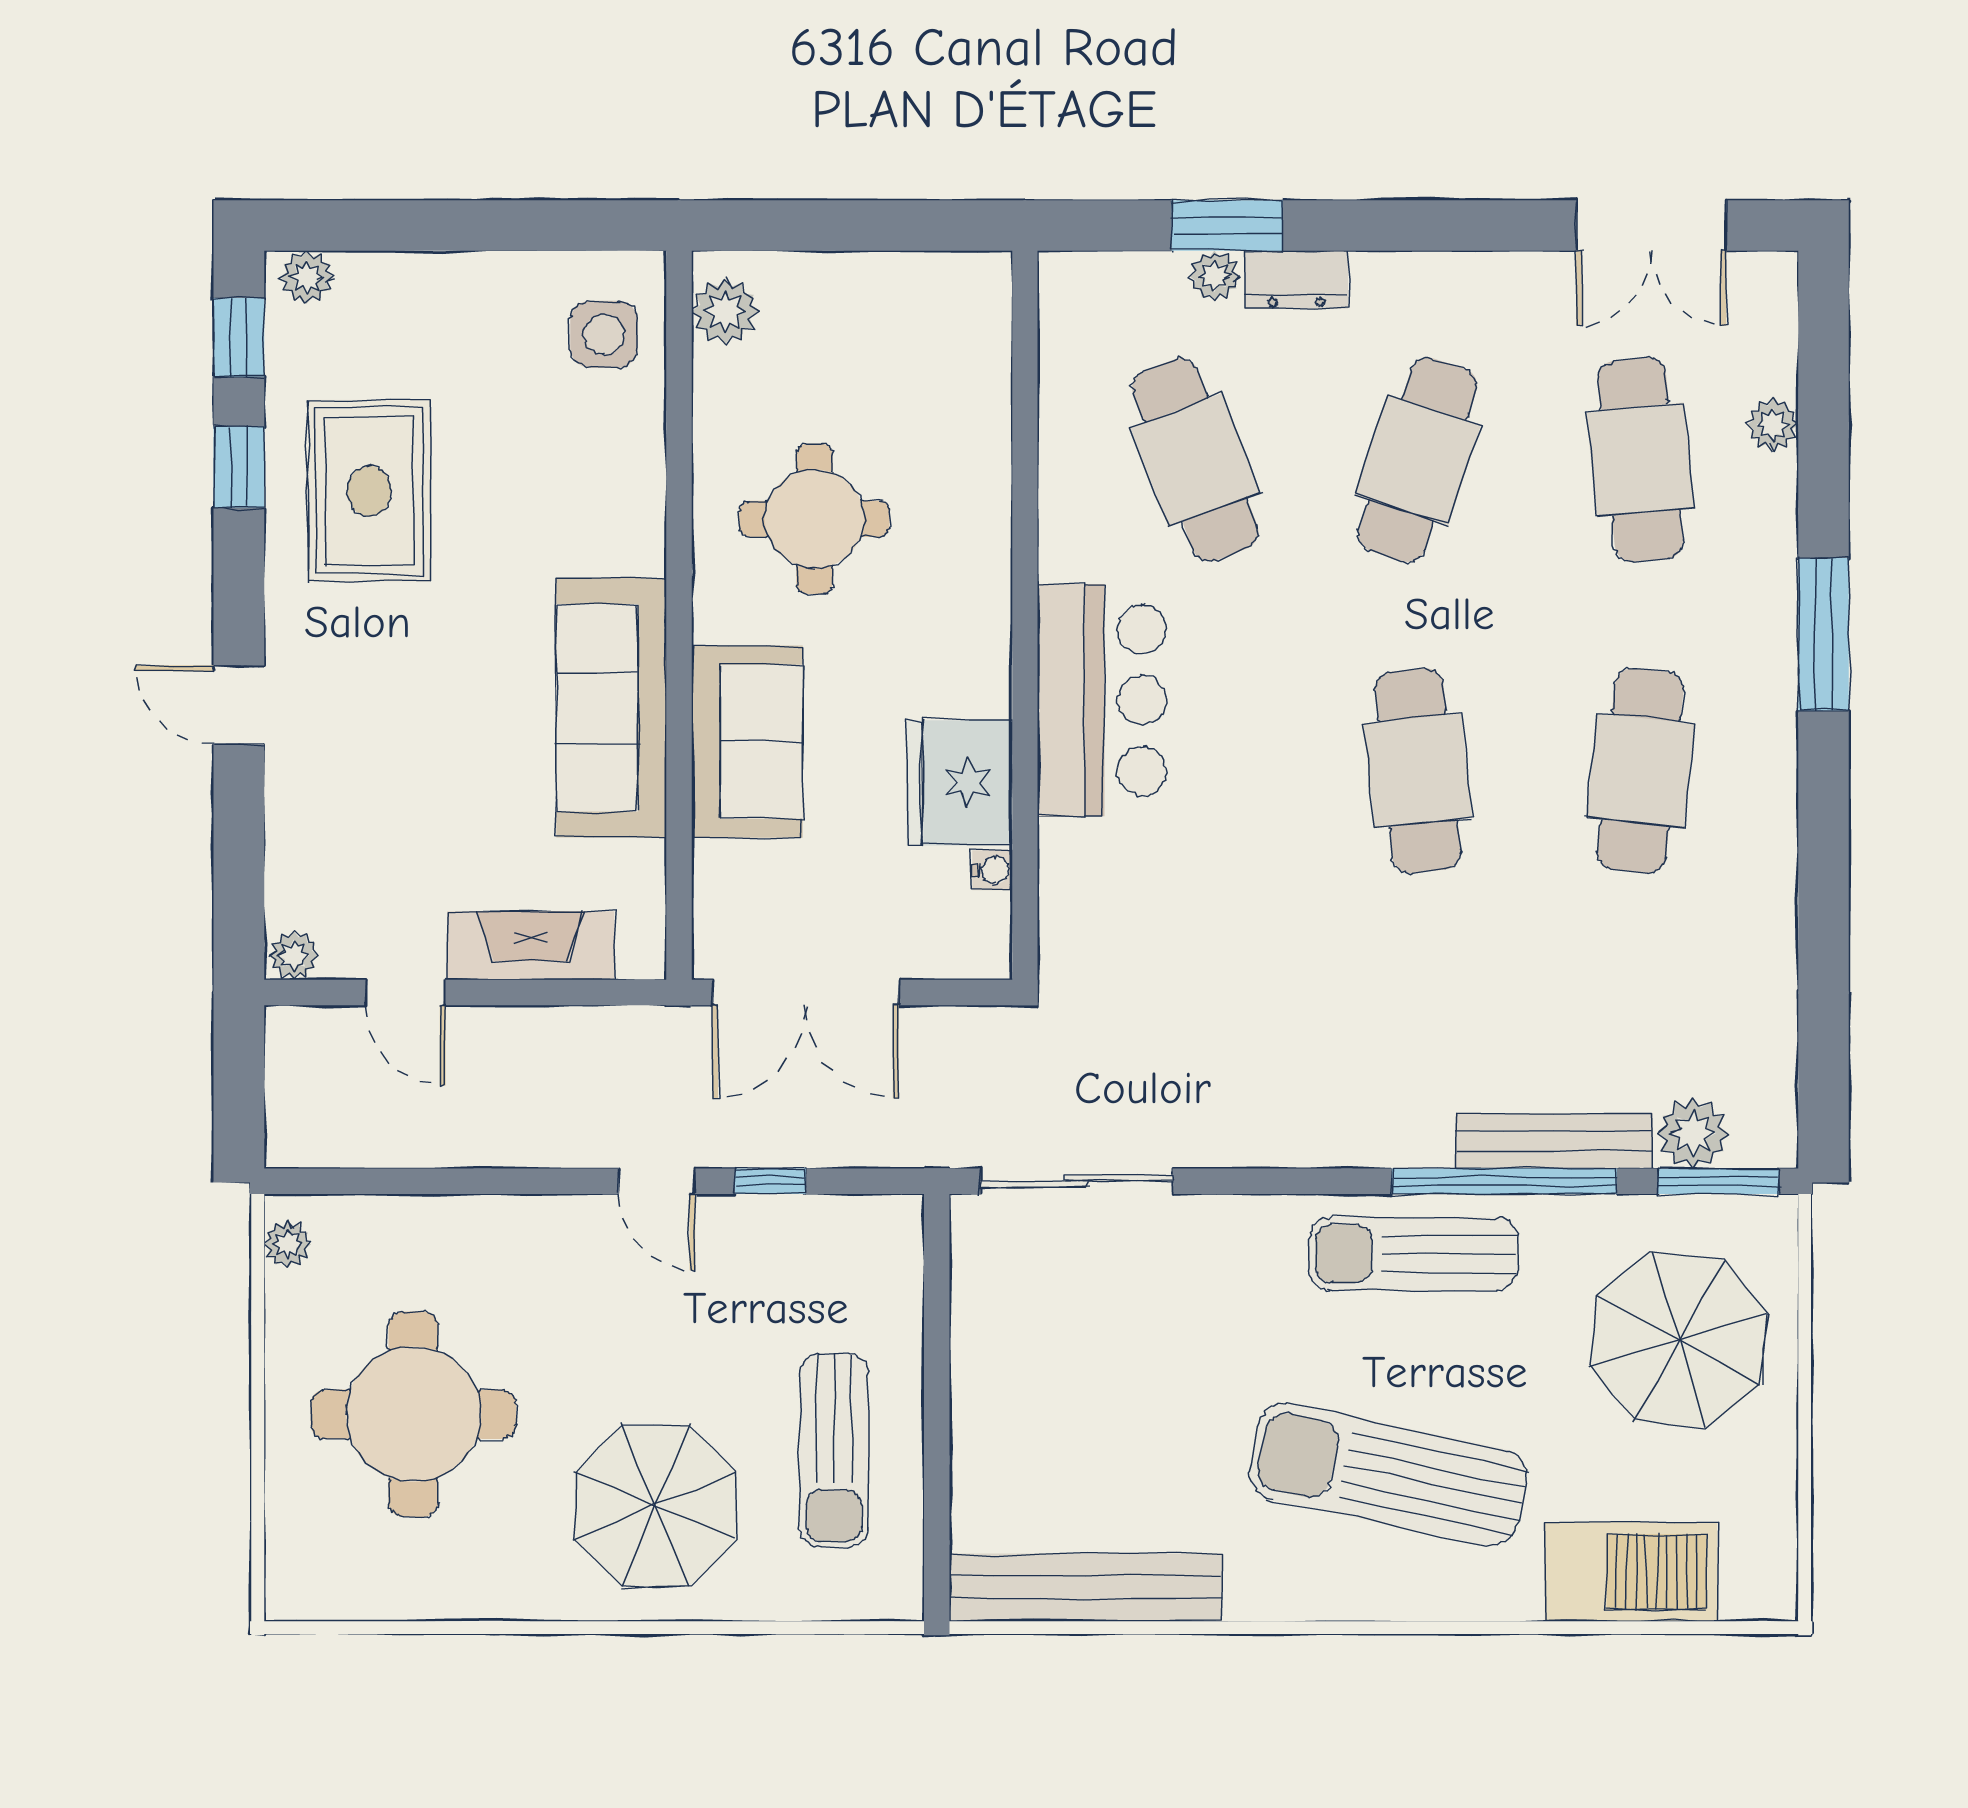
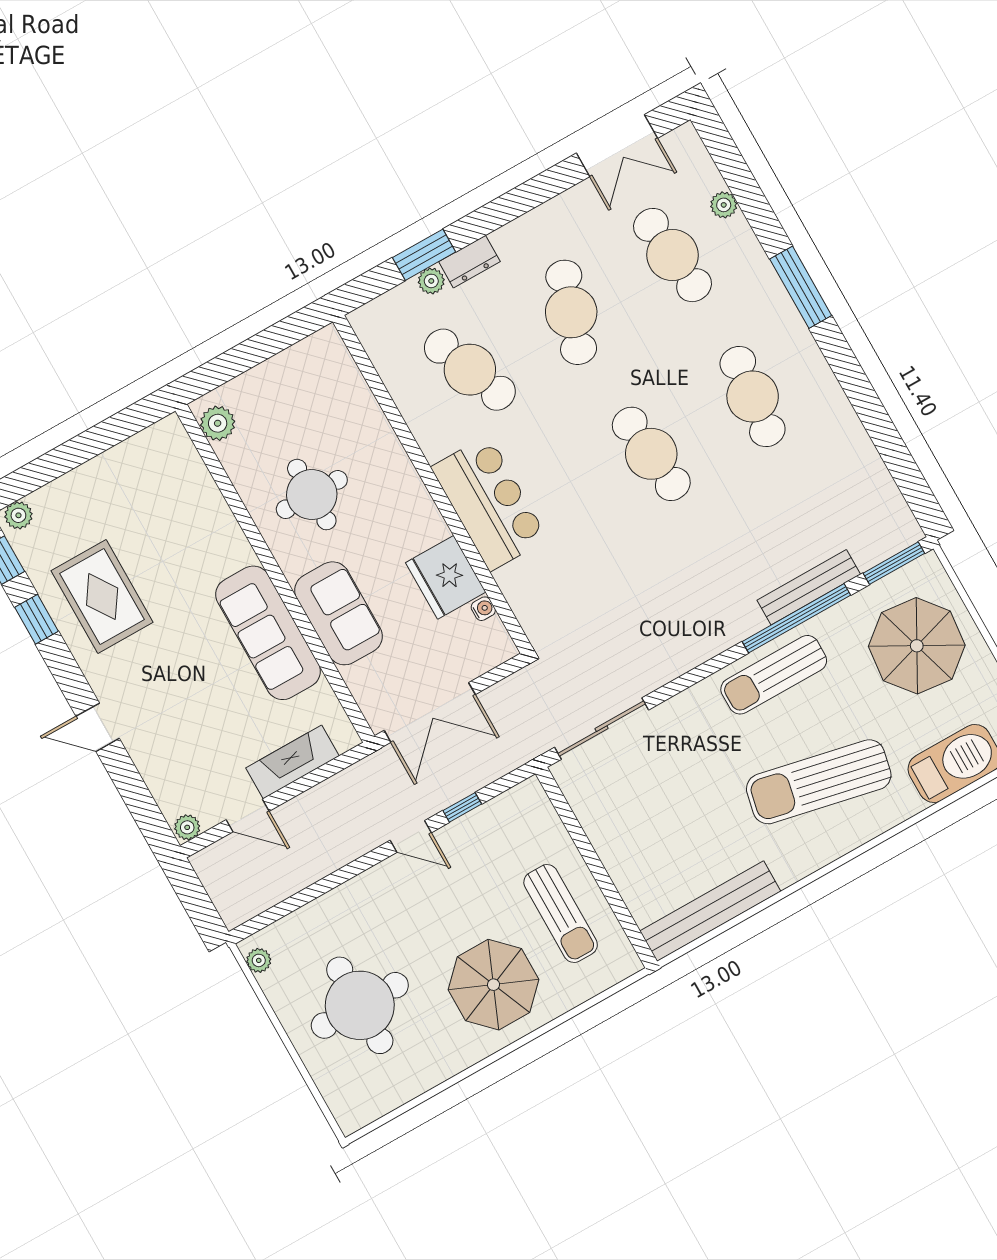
side table: (604, 334) -> (168, 465), removed
plant: (1693, 1133) -> (870, 548), removed

